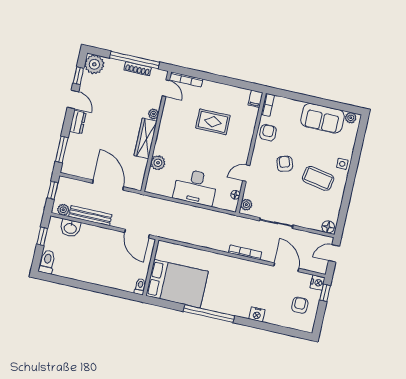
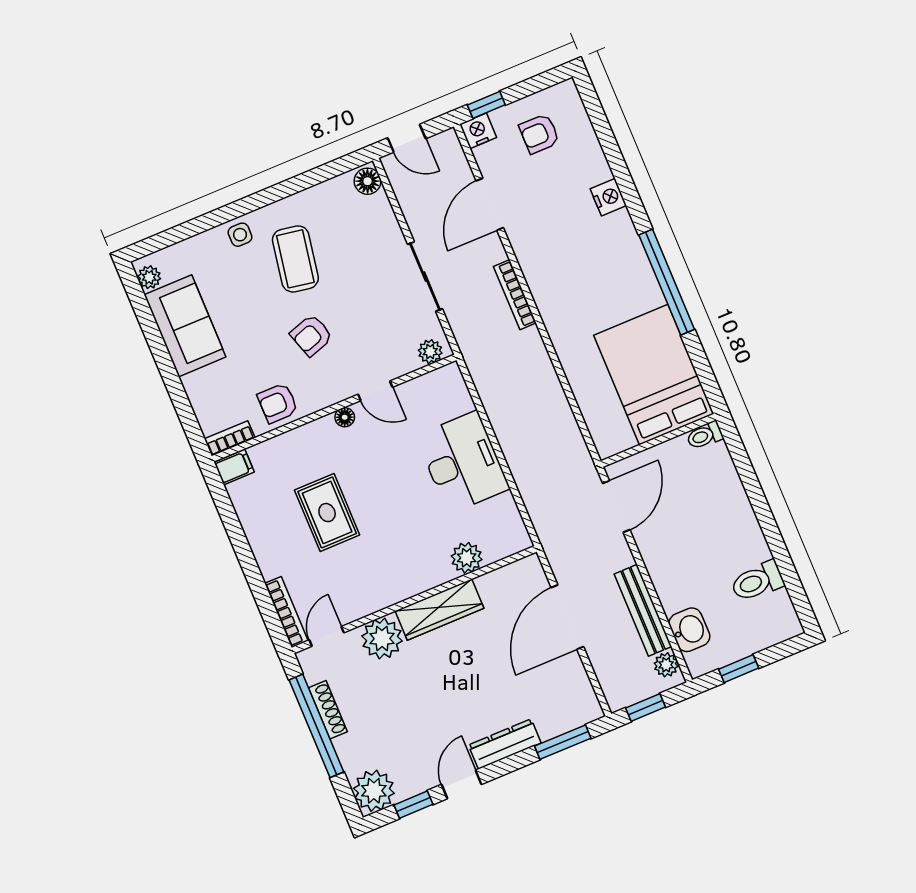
plant: (153, 114) -> (382, 639), width x1.88, depth x1.88
dresser: (78, 122) -> (505, 744), width x1.44
floor lamp: (235, 195) -> (345, 417), moved
toilet: (47, 262) -> (757, 581), moved

